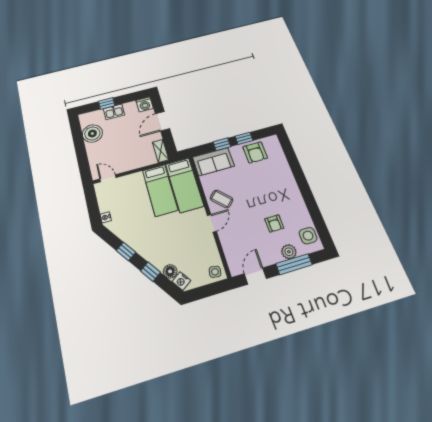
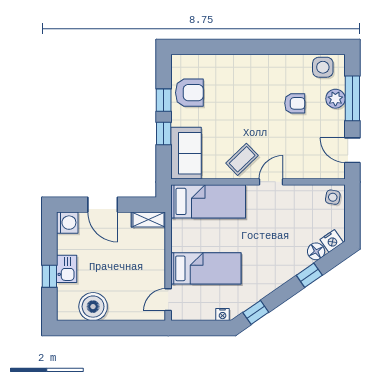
bed: (160, 190) -> (206, 268), moved
door: (212, 223) -> (271, 182), hinge flipped
window: (126, 251) -> (256, 312), moved

